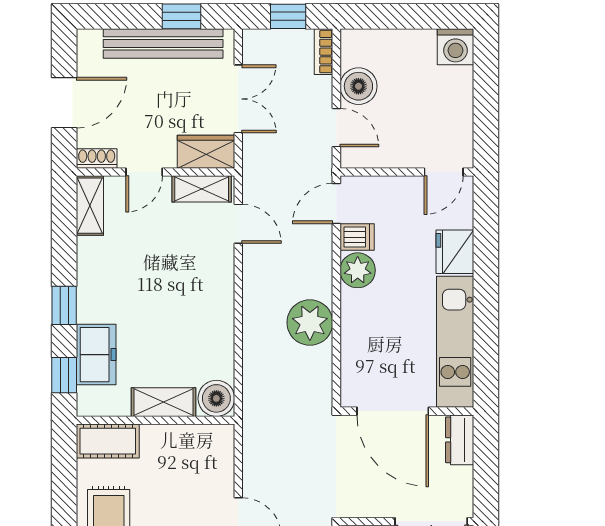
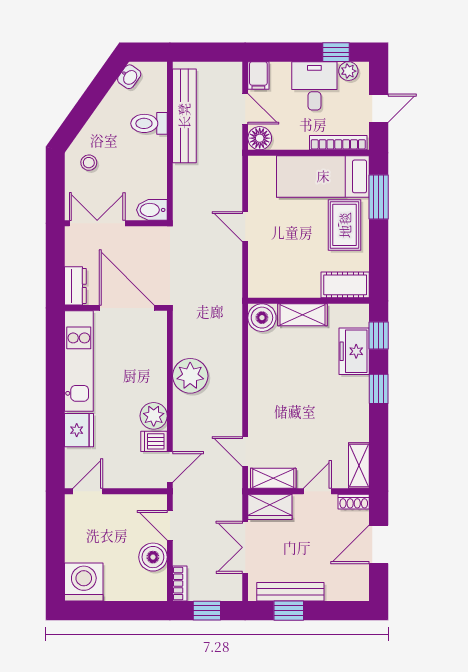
bench: (163, 43) -> (290, 592), width x0.73, depth x0.82
washing machine: (455, 47) -> (84, 582), width x1.37, depth x1.37

